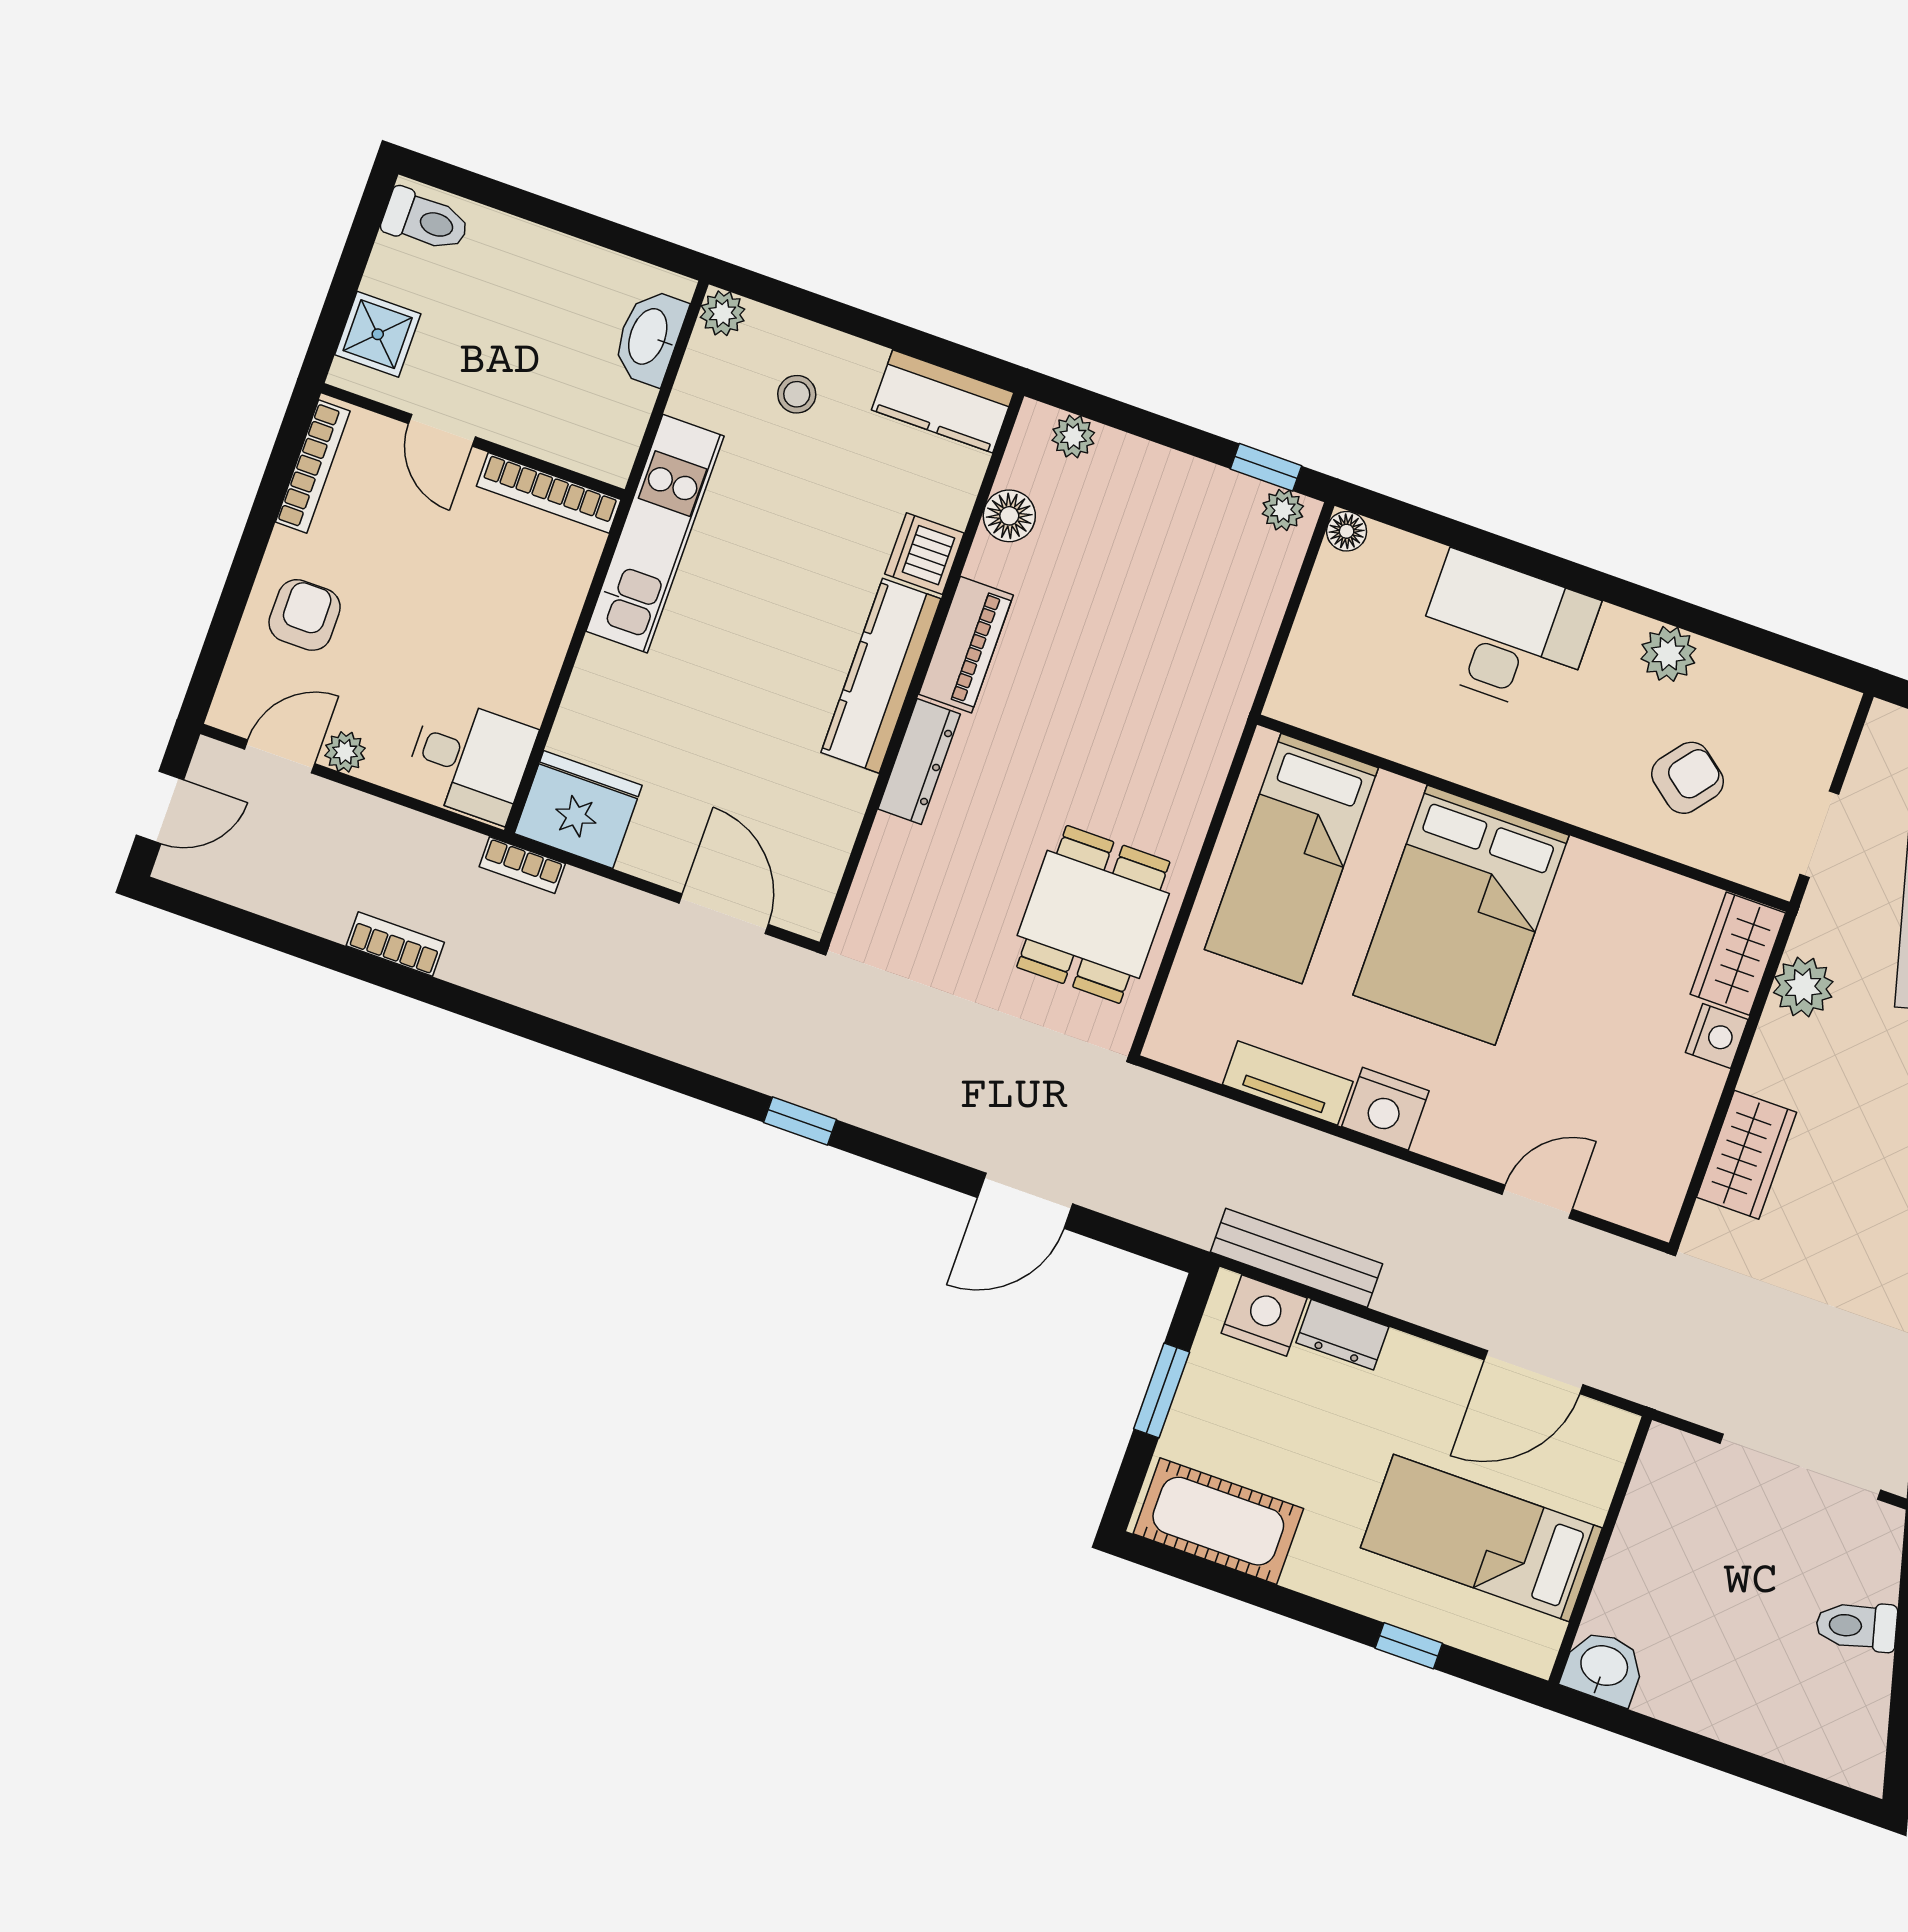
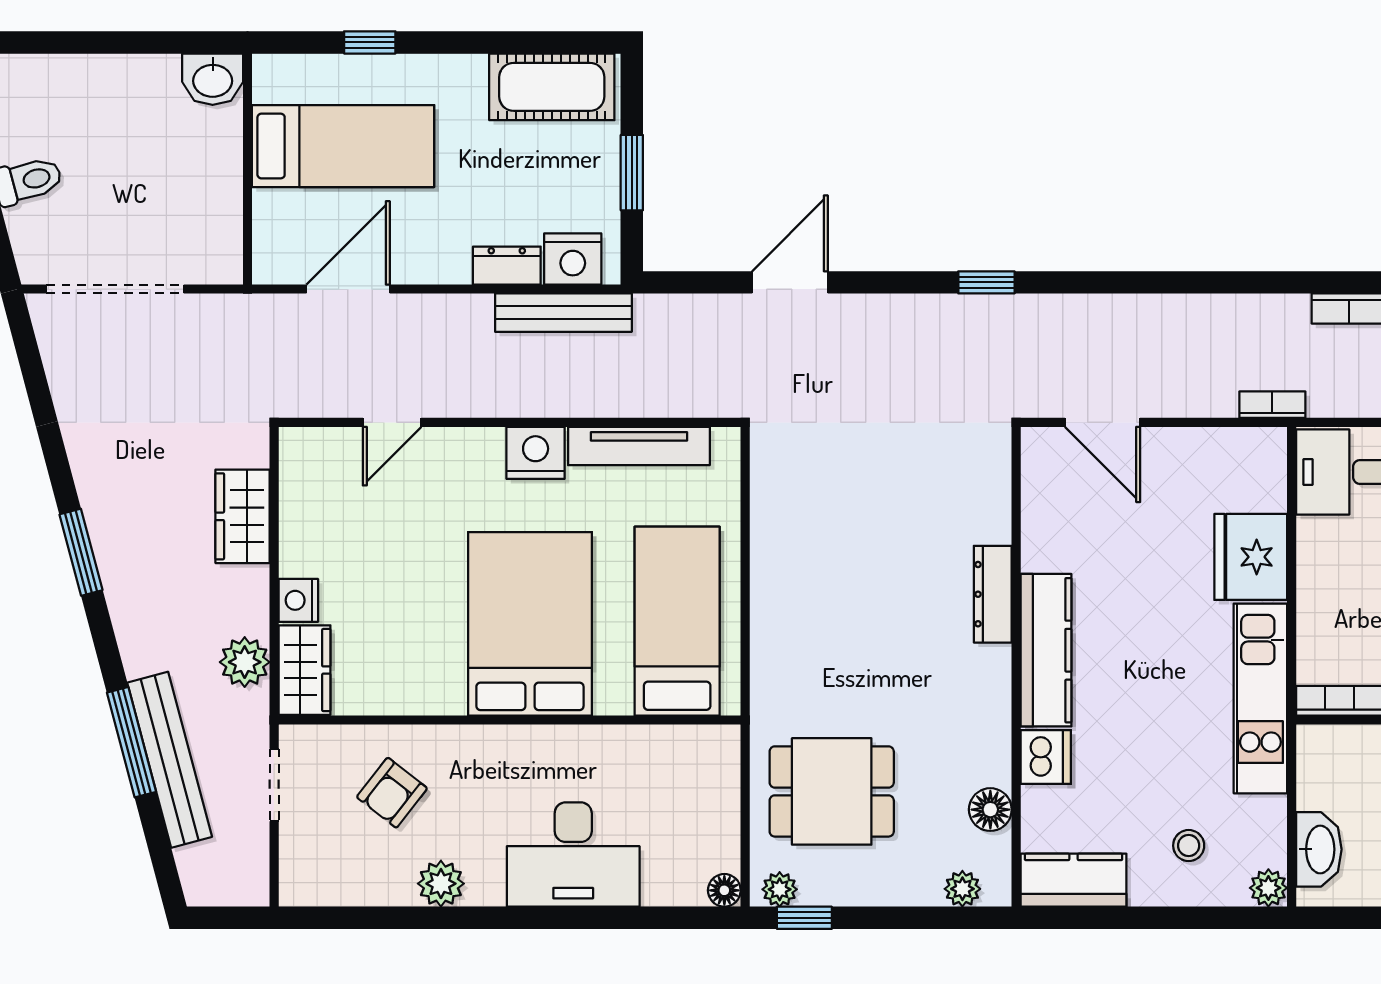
piano: (966, 645) -> (989, 698), removed
fridge: (578, 809) -> (1251, 557), moved, turned 90
dining table: (1093, 914) -> (832, 791), moved, turned 90
tv unit: (1288, 1083) -> (639, 446), width x1.41

